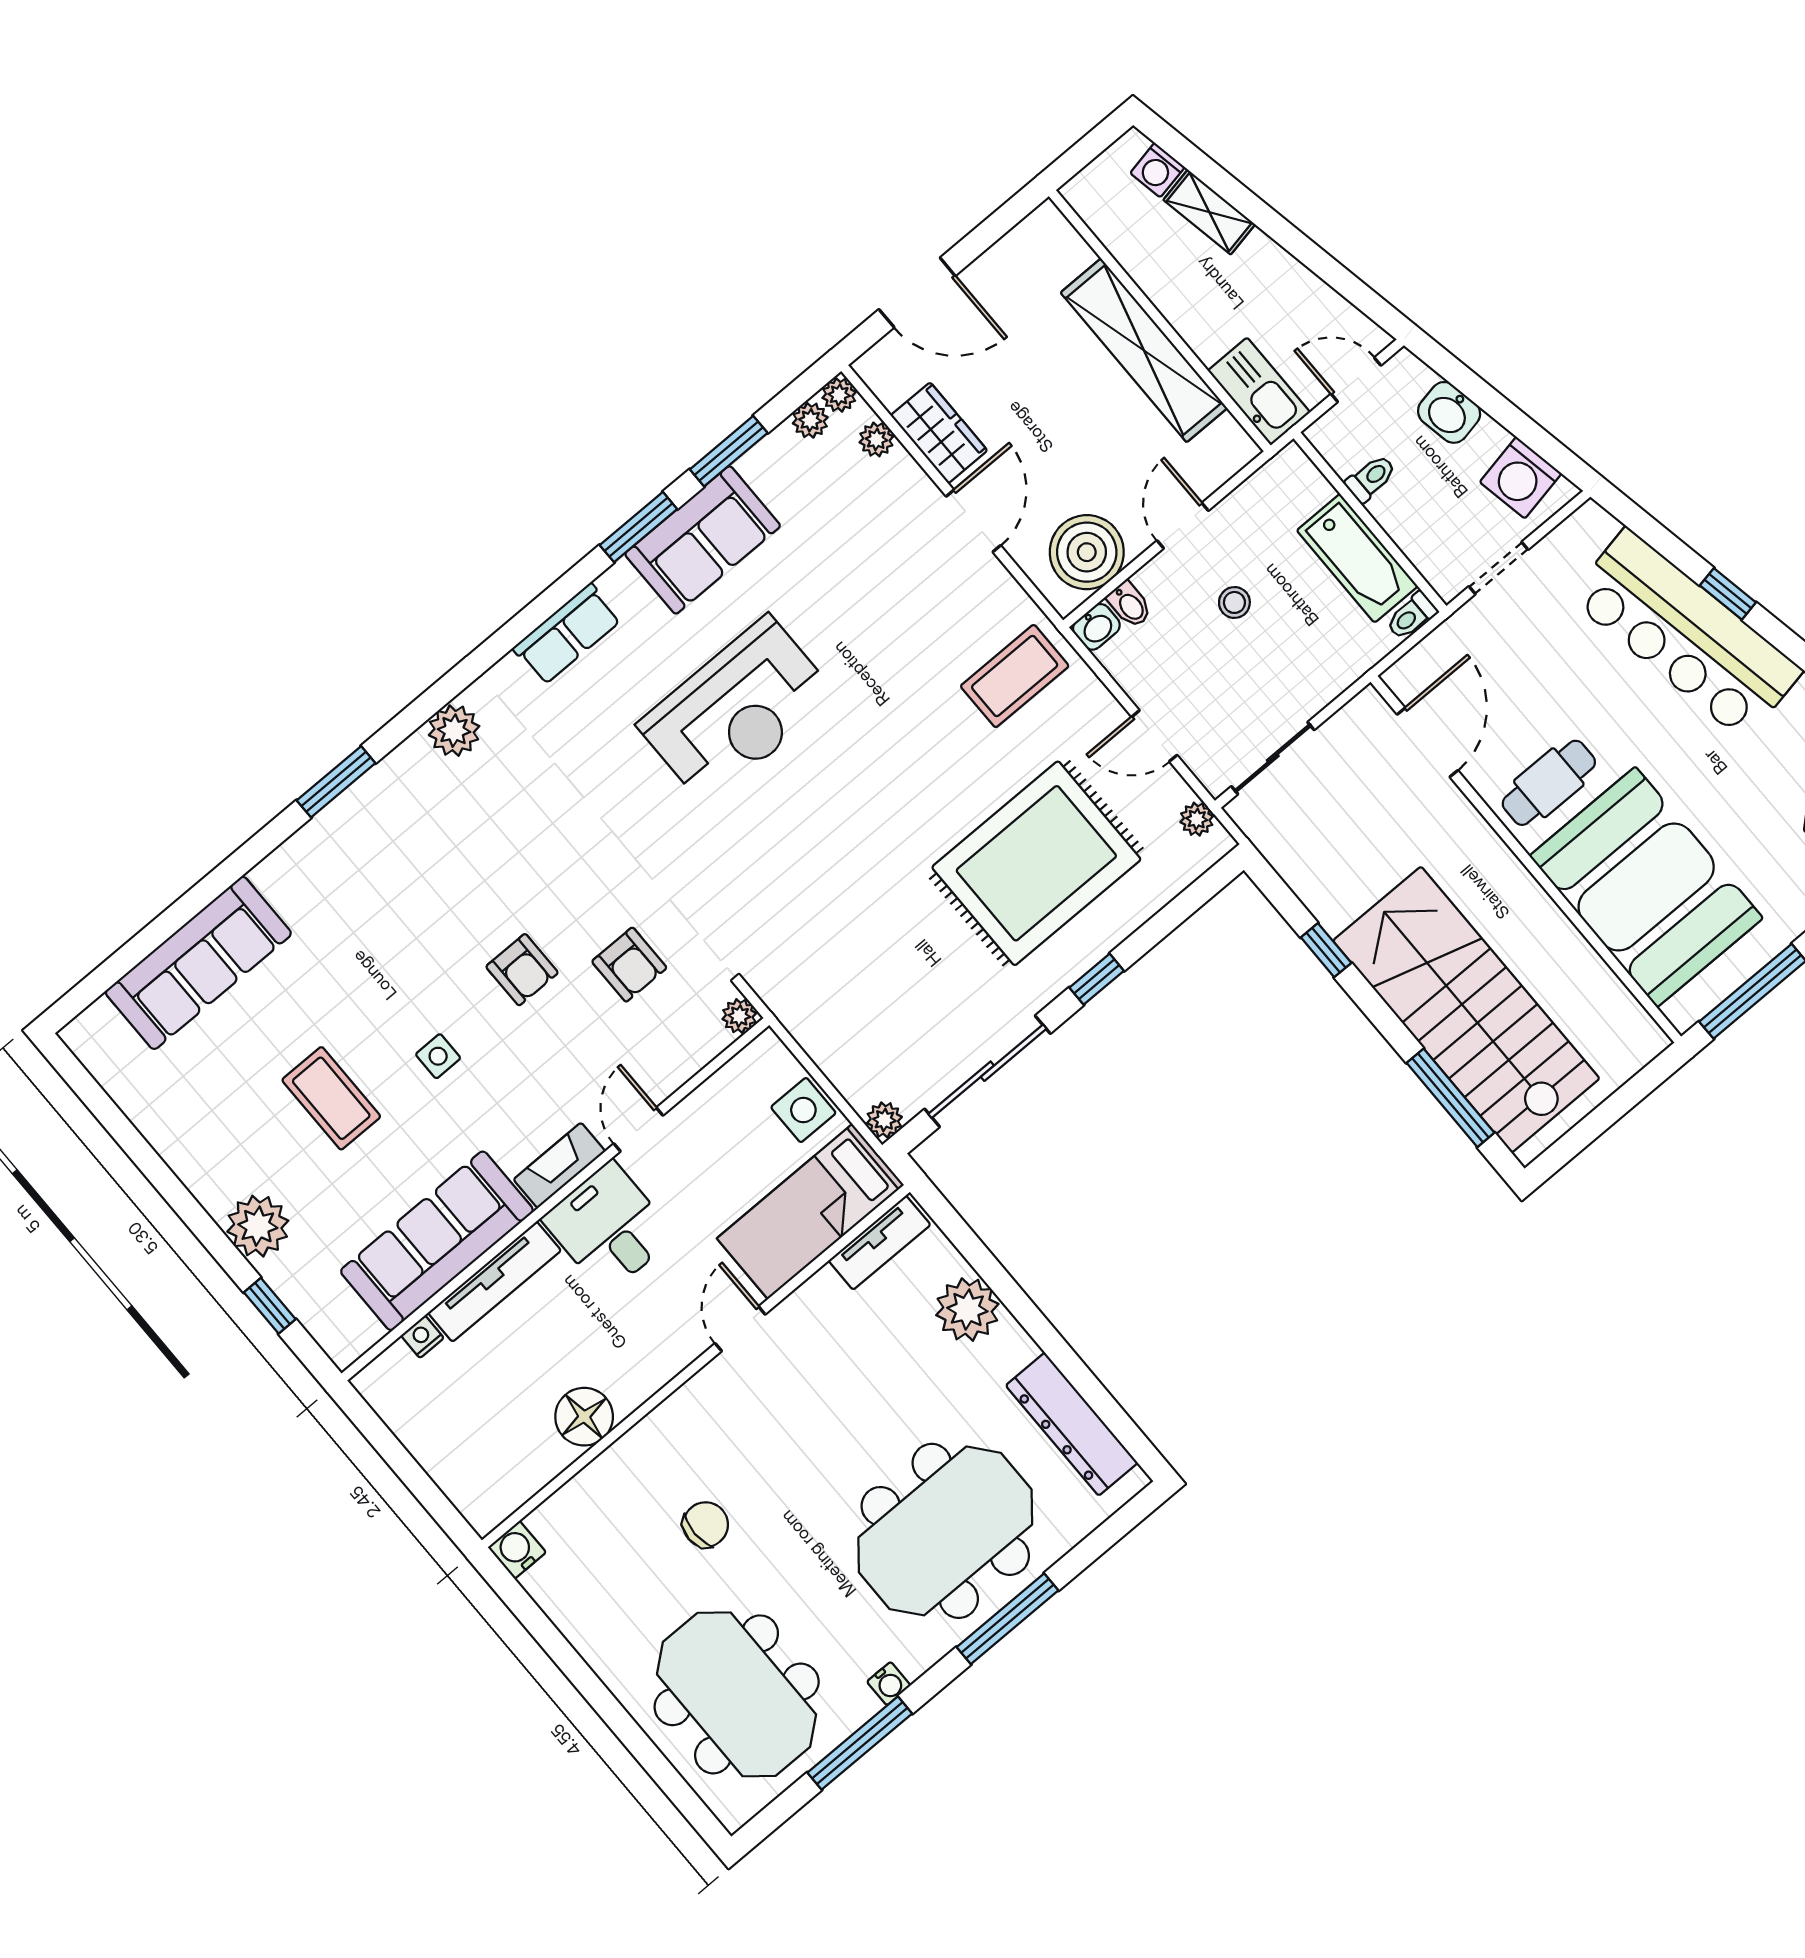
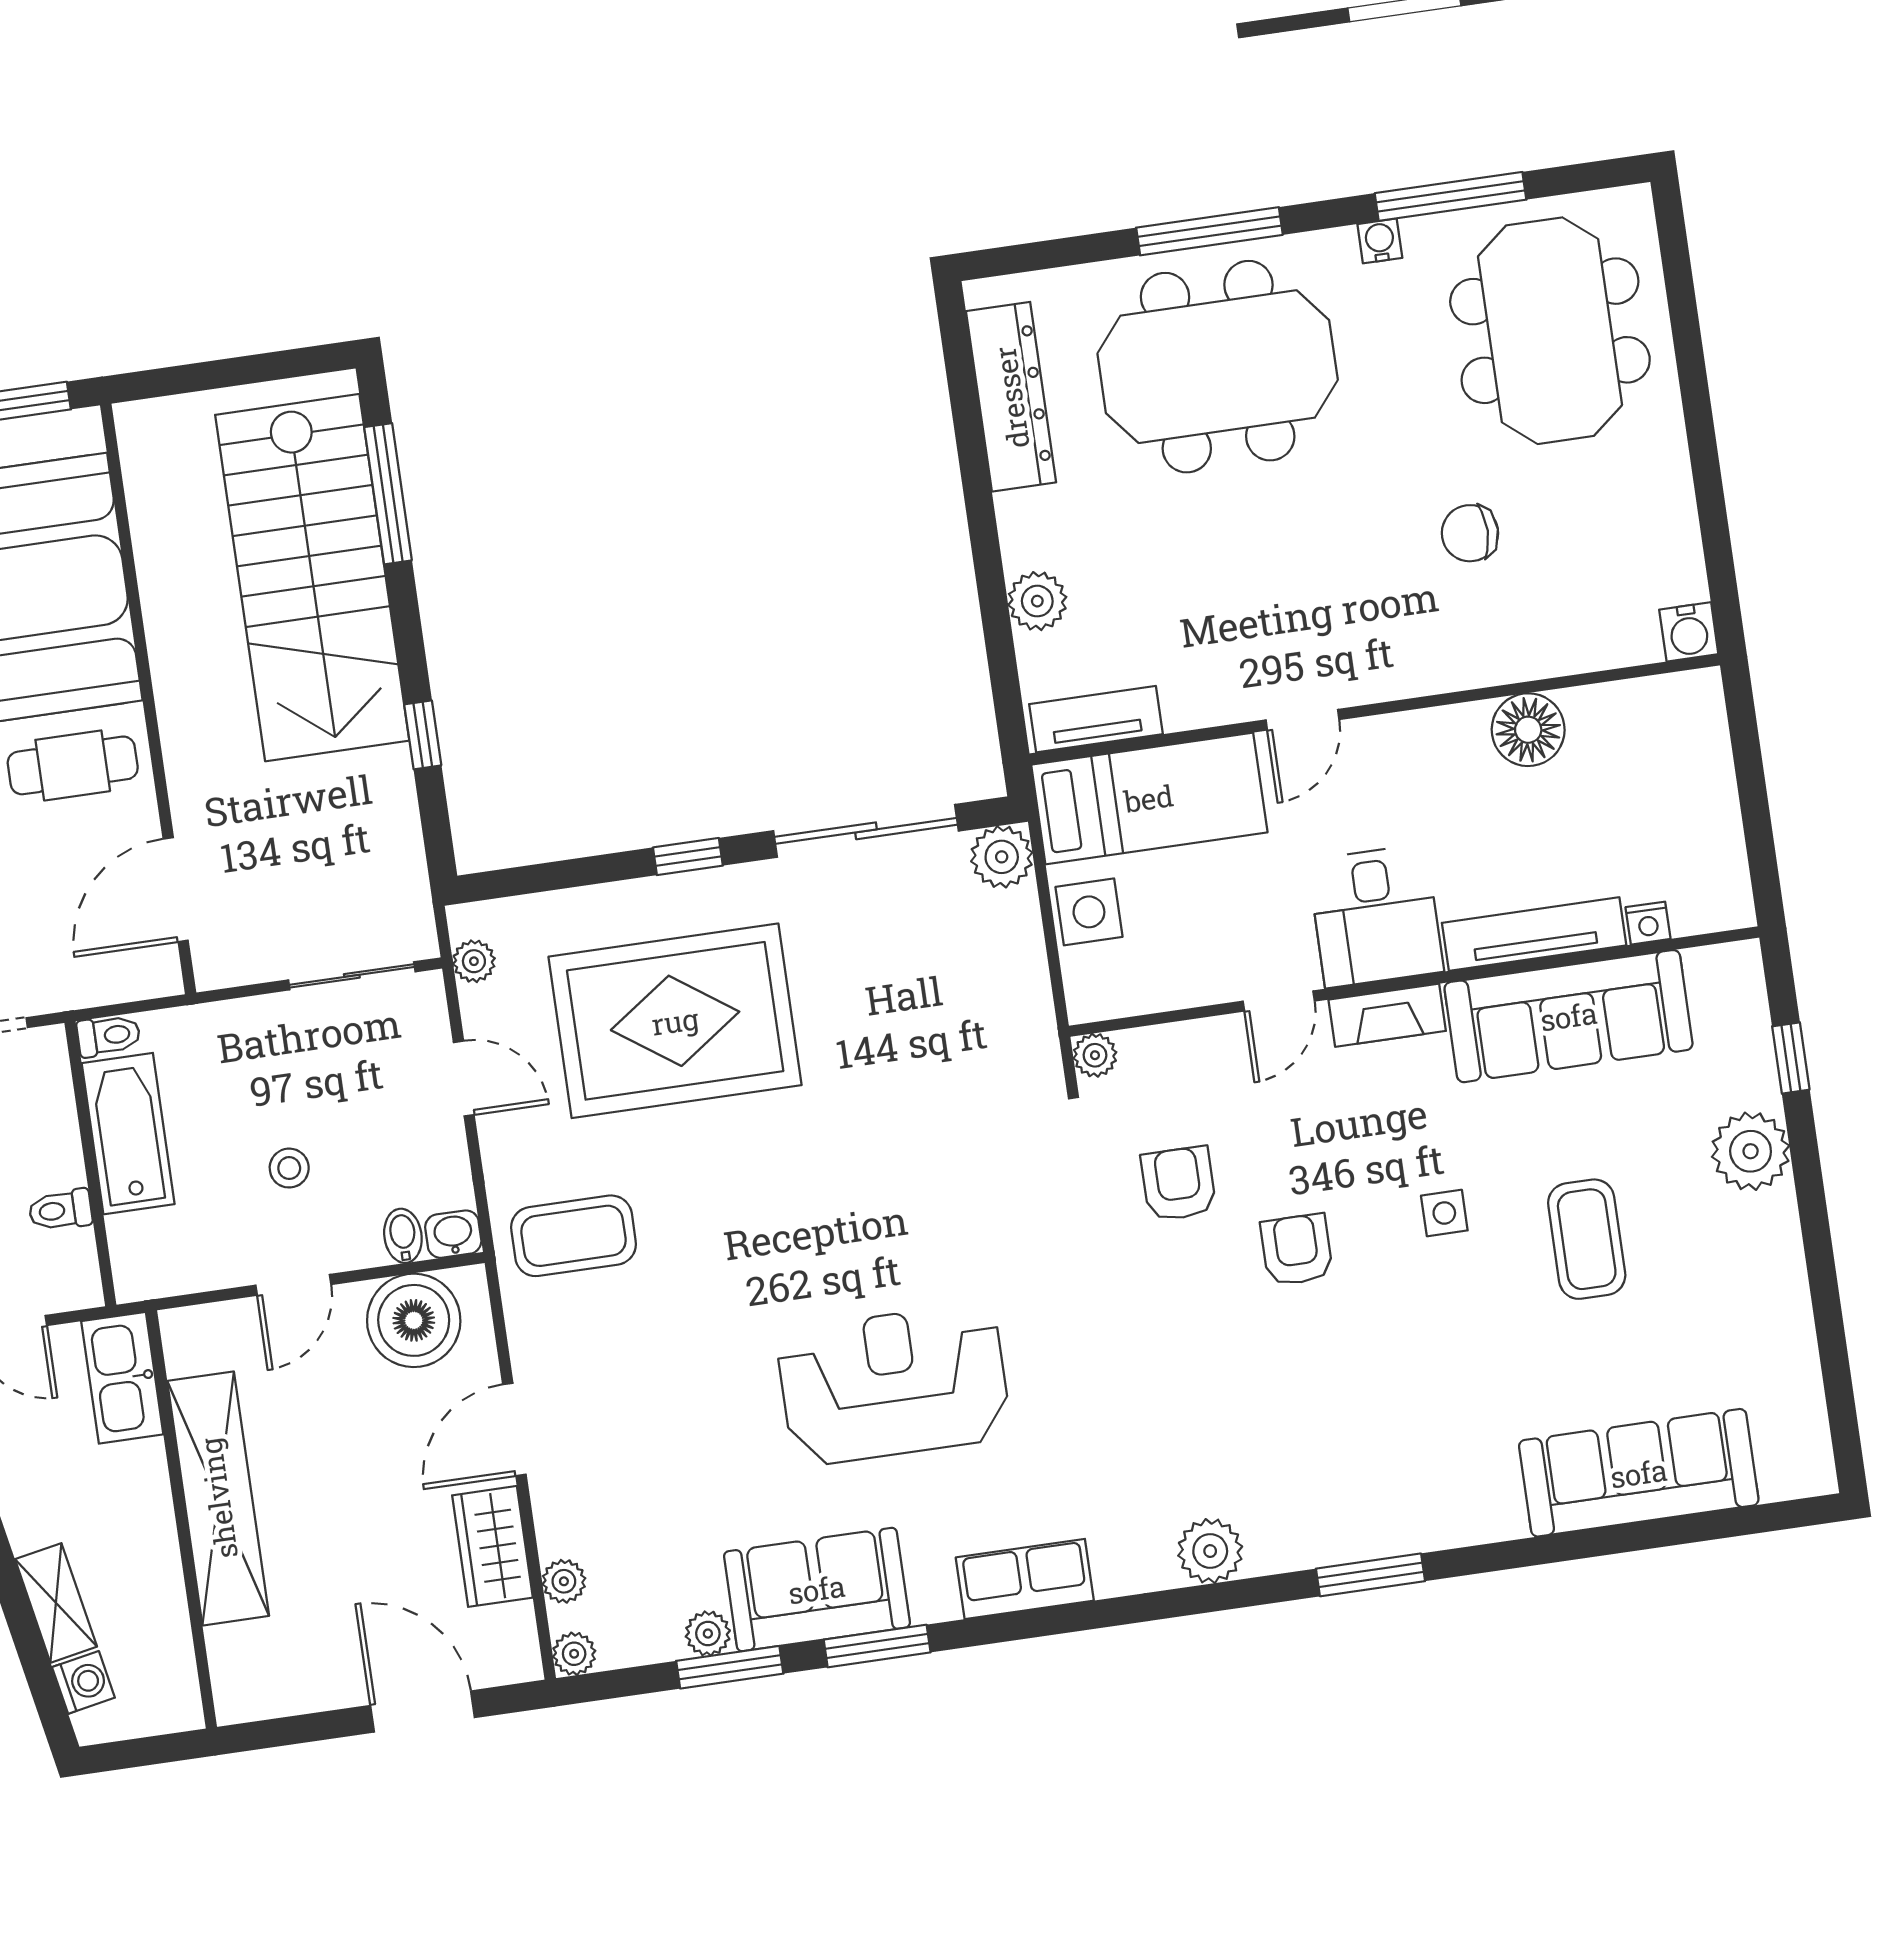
plant: (810, 420) -> (708, 1634), moved
plant: (884, 1120) -> (1002, 857), width x1.38, depth x1.38
plant: (967, 1310) -> (1037, 601), width x0.73, depth x0.73

